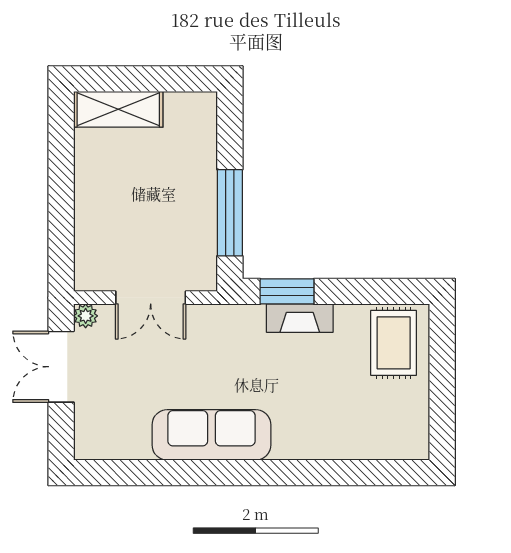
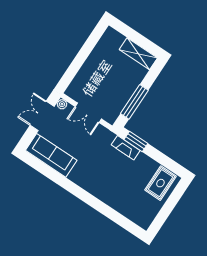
shelving: (118, 109) -> (138, 54), moved
fireplace: (300, 318) -> (126, 148), moved
sofa: (211, 435) -> (51, 155), moved

